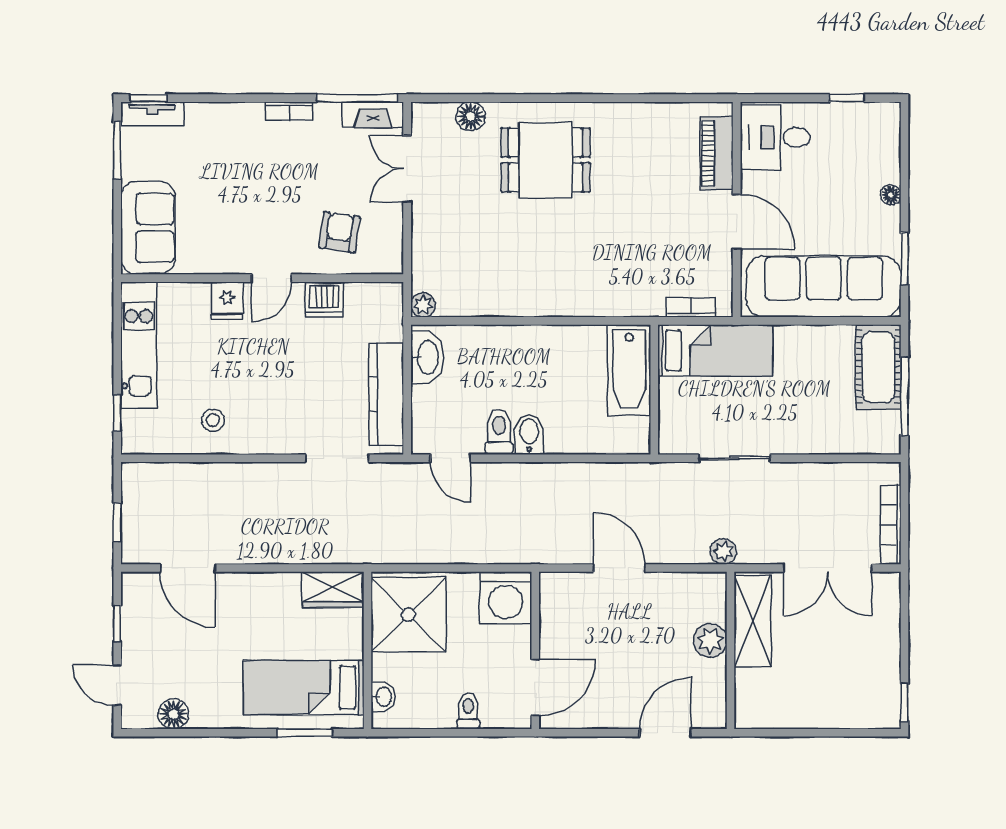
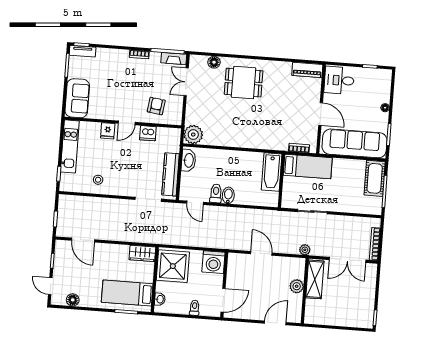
piano: (717, 153) -> (307, 70), moved, turned -90
plant: (423, 305) -> (193, 135), width x1.88, depth x1.88

